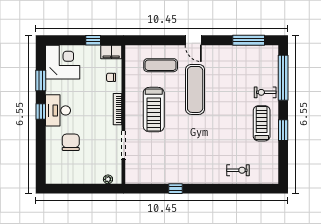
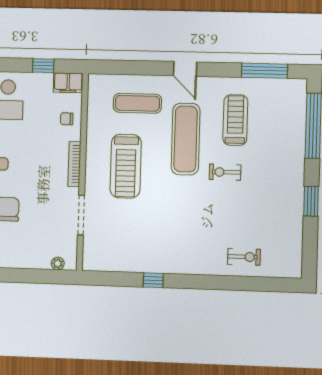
exercise bike: (265, 92) -> (225, 172), moved
treadmill: (262, 123) -> (235, 120), moved

